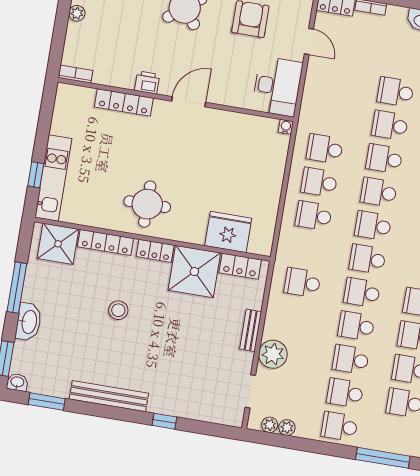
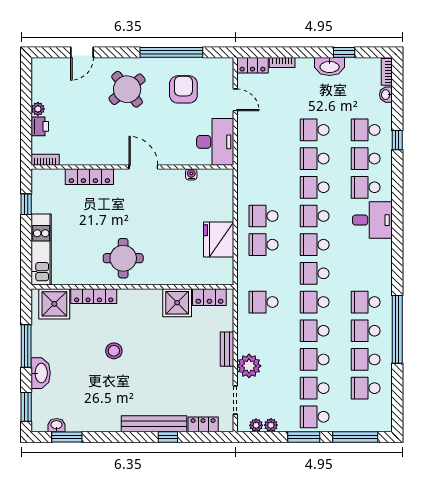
printer: (147, 82) -> (40, 126), moved, turned 90
door: (189, 102) -> (143, 167), hinge flipped
water cooler: (286, 127) -> (191, 174), moved
school desk: (325, 149) -> (264, 187), removed
window: (36, 175) -> (26, 204), moved
fridge: (228, 232) -> (219, 239), moved, turned -90
locker: (155, 251) -> (203, 424), moved, turned 180
shower: (194, 271) -> (177, 303), width x0.73, depth x0.73
washbasin: (17, 382) -> (57, 425), moved
bench: (109, 396) -> (154, 424), moved
window: (323, 448) -> (304, 437), added

